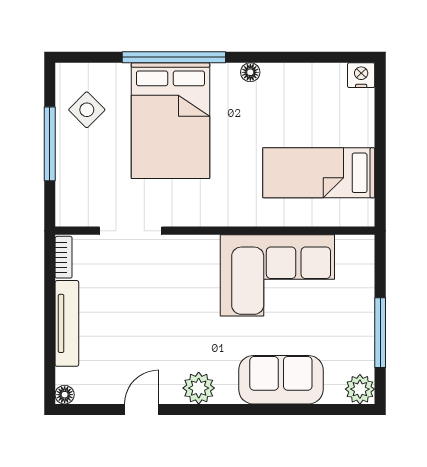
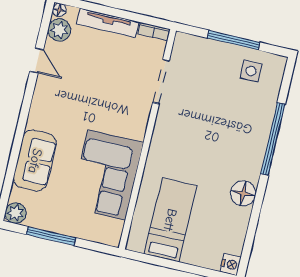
floor lamp: (250, 72) -> (243, 193), width x1.89, depth x1.89
side table: (87, 110) -> (251, 71), turned 45
bed: (170, 121) -> (230, 127), removed
plant: (199, 388) -> (59, 30), moved

